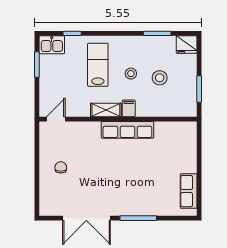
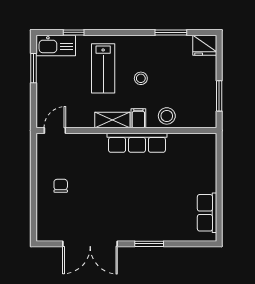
kitchen sink: (52, 45) -> (56, 45), width x1.38
lab bench: (98, 65) -> (103, 68), turned 180
stool: (160, 78) -> (167, 116), moved
window: (138, 218) -> (149, 244), width x0.69

